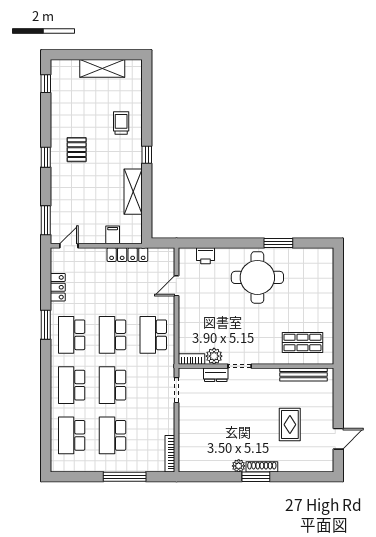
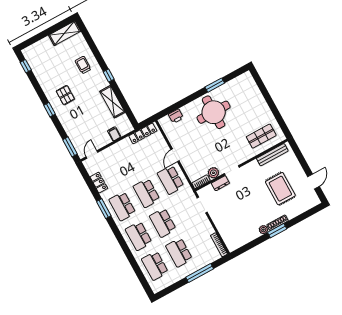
shelving: (102, 68) -> (65, 33), moved
locker: (127, 255) -> (143, 133), moved
door: (176, 286) -> (175, 155), moved
rug: (290, 425) -> (280, 189), width x1.36, depth x1.43

